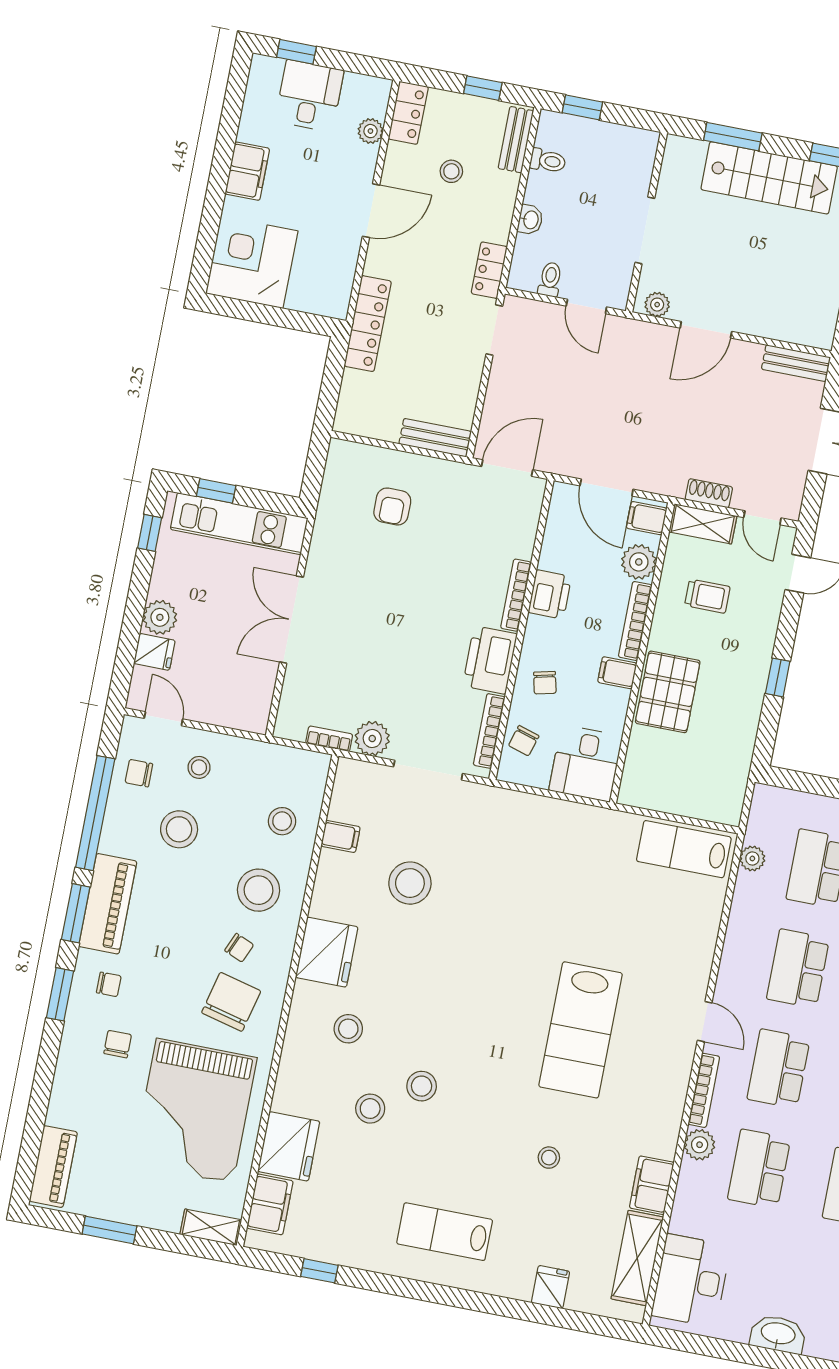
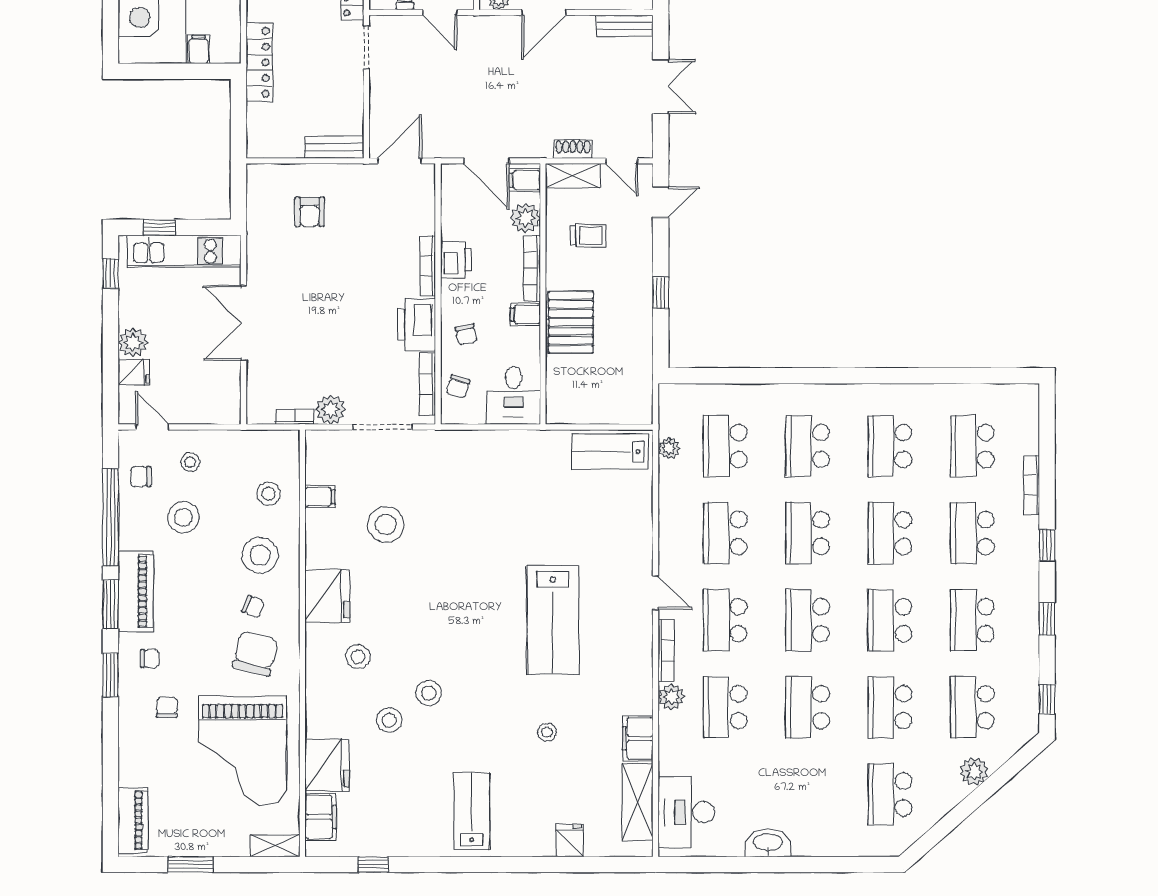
filing cabinet: (301, 295) -> (199, 49), added
lab bench: (445, 1232) -> (472, 811), turned 90

